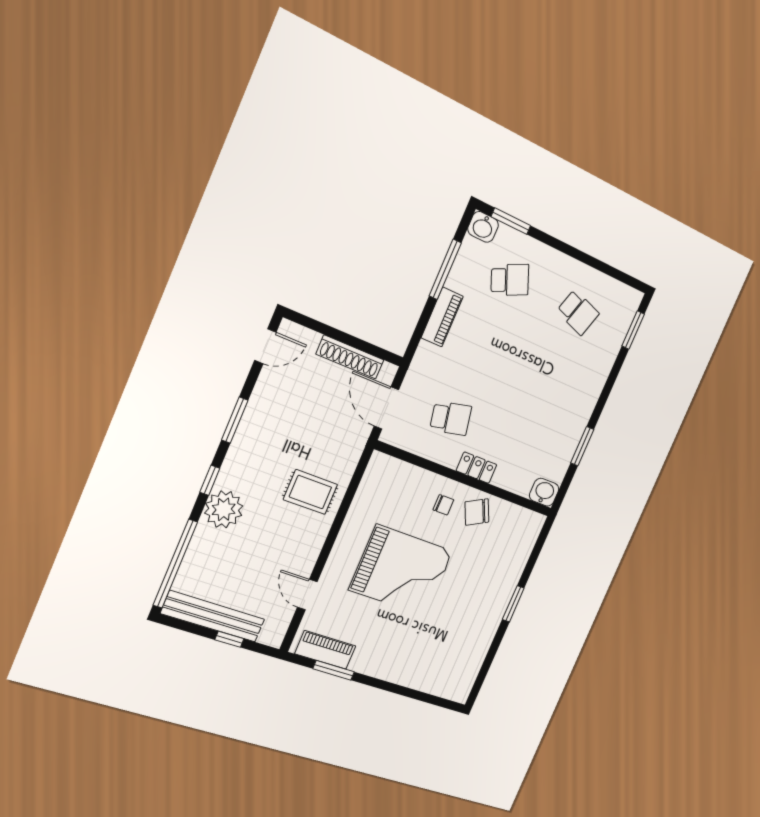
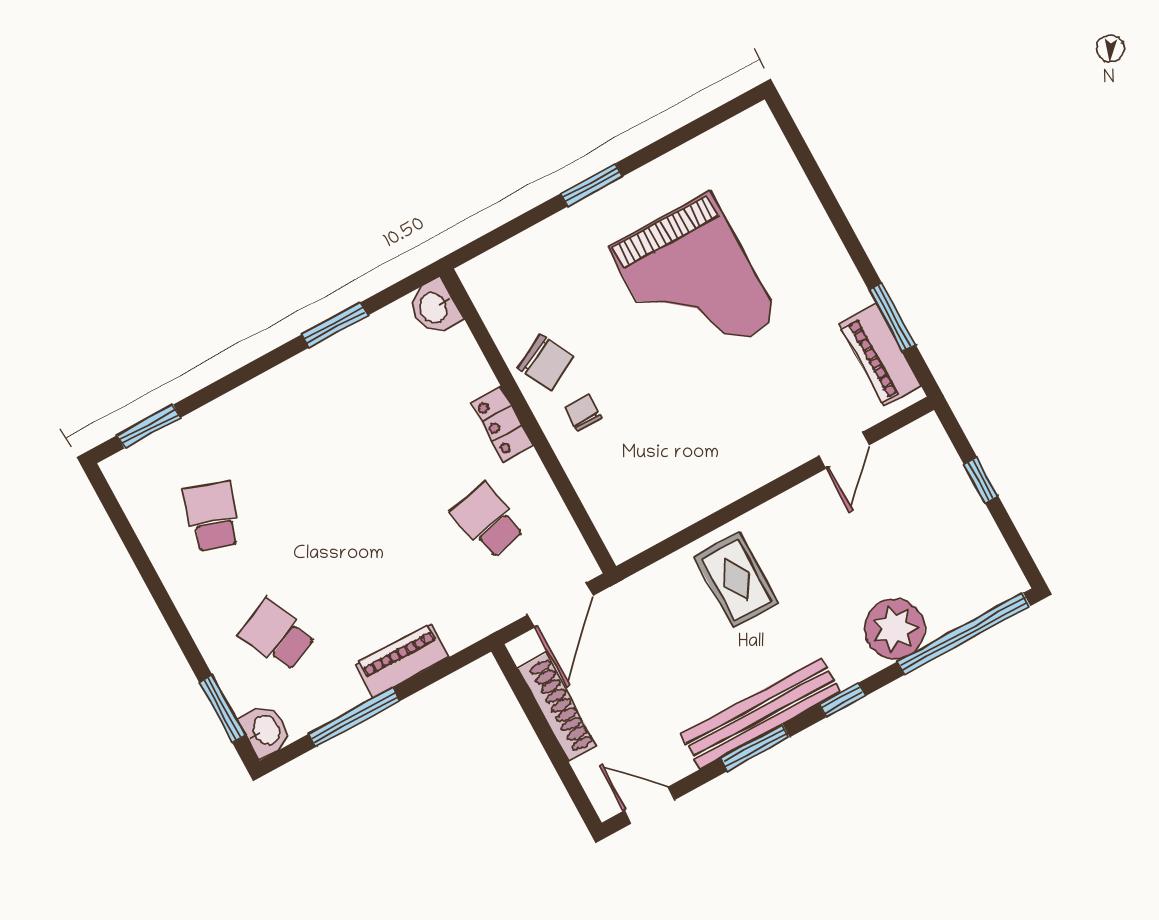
plant: (224, 509) -> (895, 629), moved
grand piano: (401, 570) -> (694, 283), moved, turned 180
bench: (213, 616) -> (761, 713), moved, turned 90

